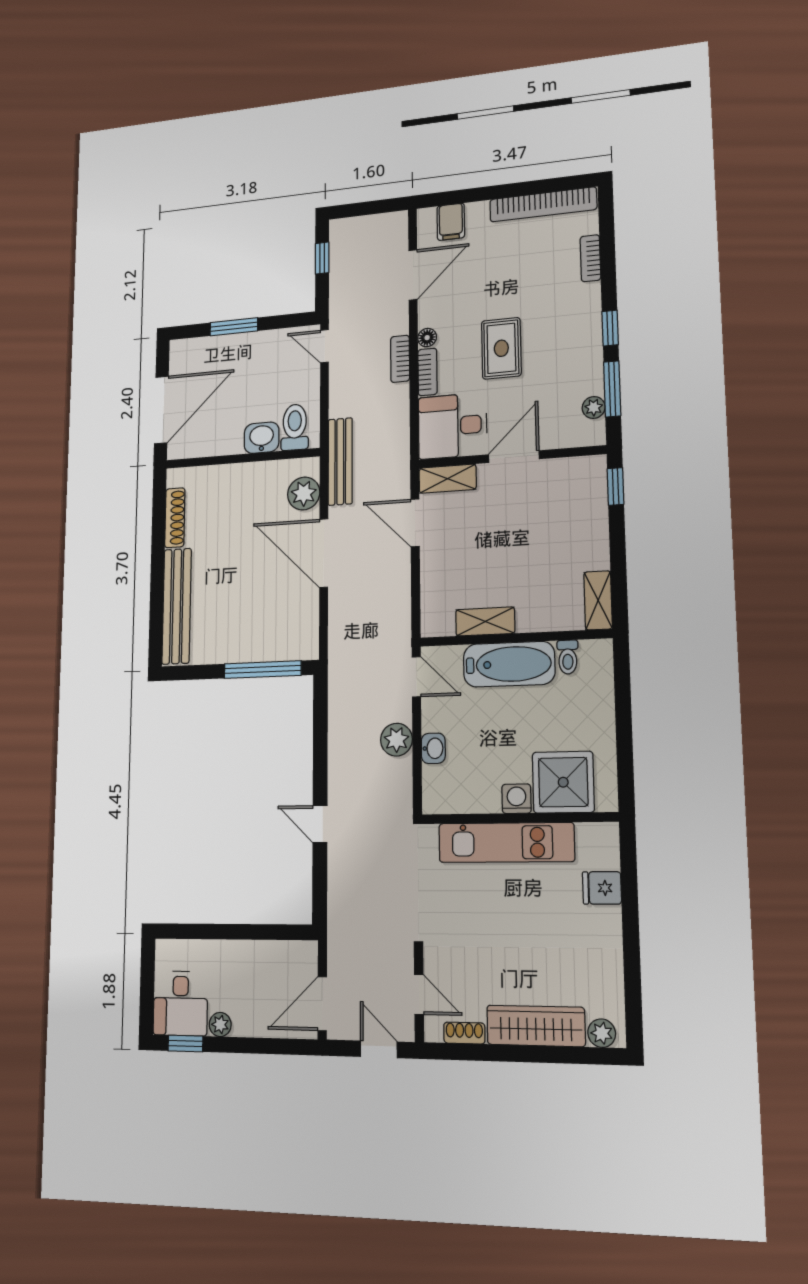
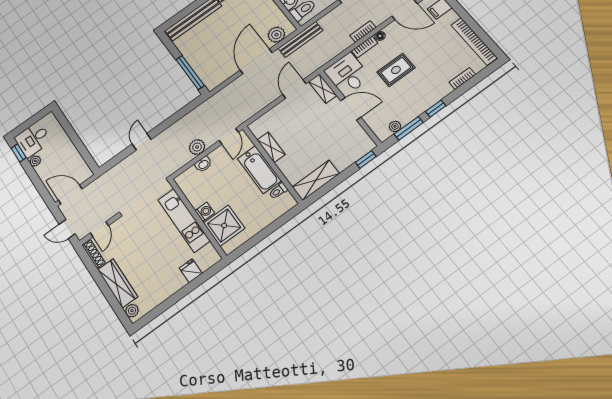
shelving: (598, 600) -> (316, 180), width x1.50, depth x1.33
shoe rack: (464, 1033) -> (94, 254), width x1.43
door: (379, 1049) -> (67, 229), swing flipped

